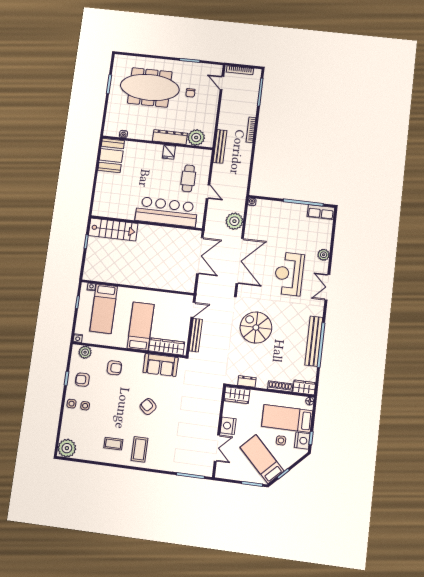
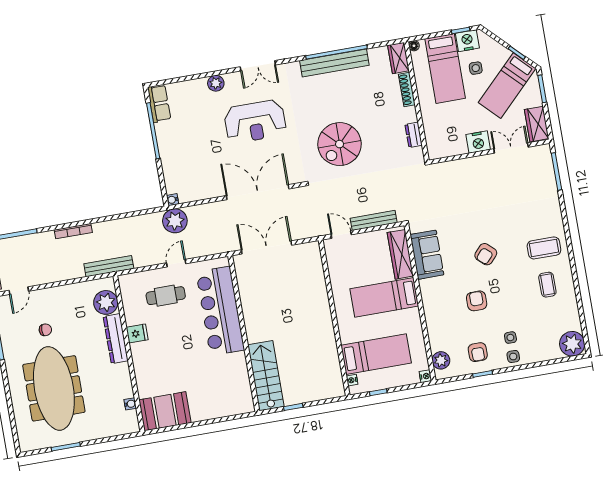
plant: (234, 221) -> (175, 221), moved
armchair: (114, 368) -> (477, 301), moved
wardrobe: (237, 395) -> (537, 124), moved, turned 180

